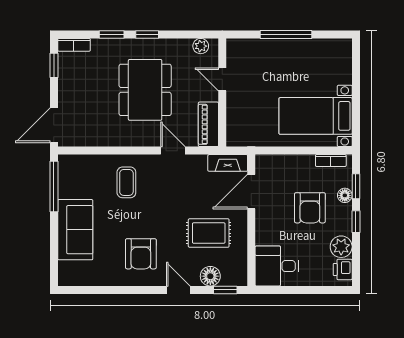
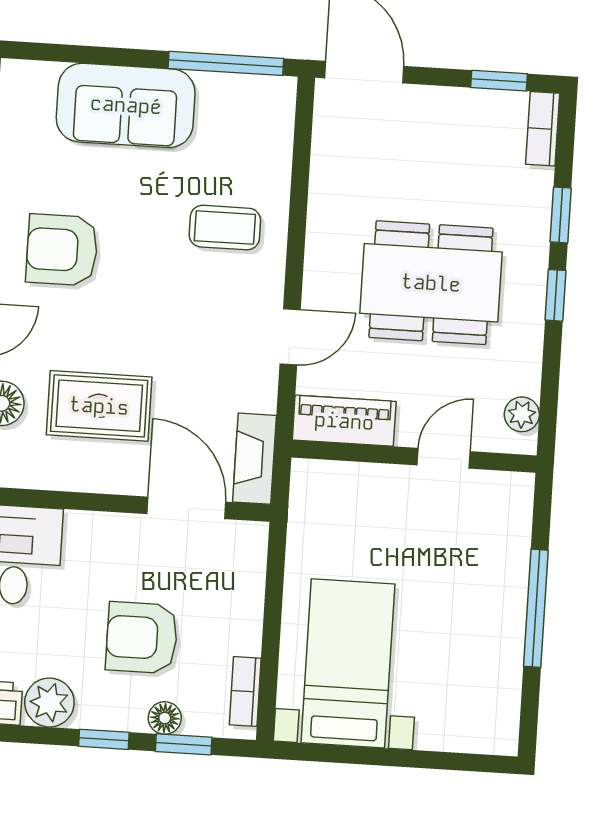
rug: (209, 233) -> (99, 406), turned 90

